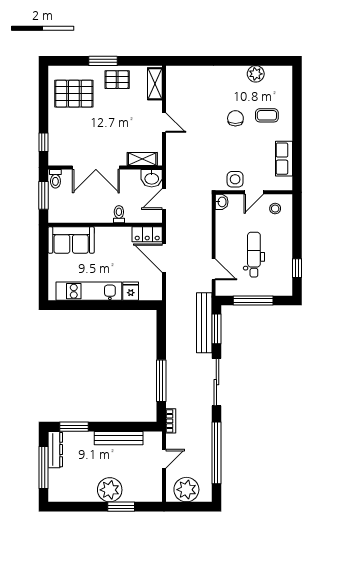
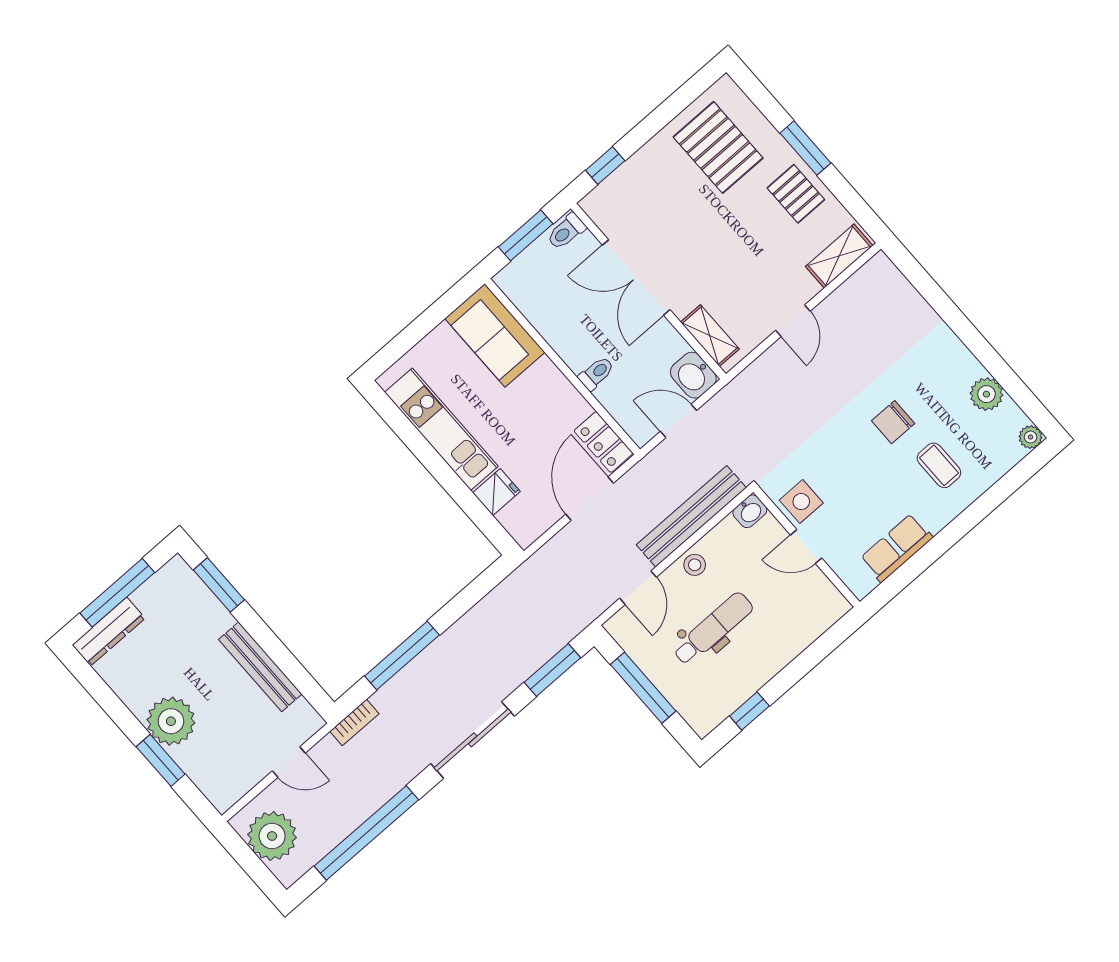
plant: (286, 71) -> (1031, 437), added
chair: (235, 118) -> (893, 422), turned 180
stool: (275, 209) -> (695, 565), moved
bench: (204, 323) -> (691, 516), moved
dresser: (55, 450) -> (109, 632), moved

